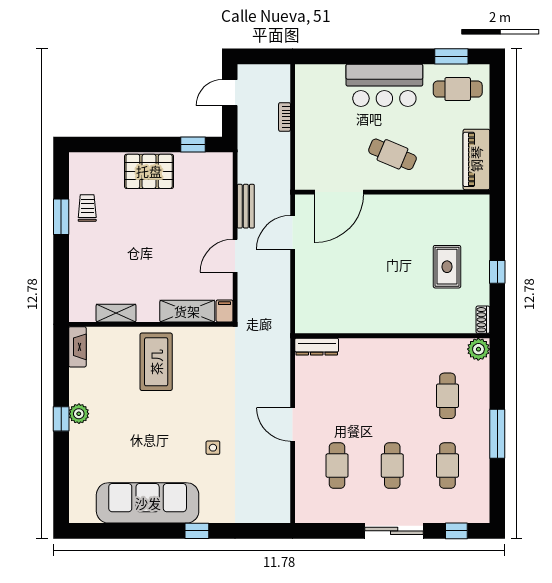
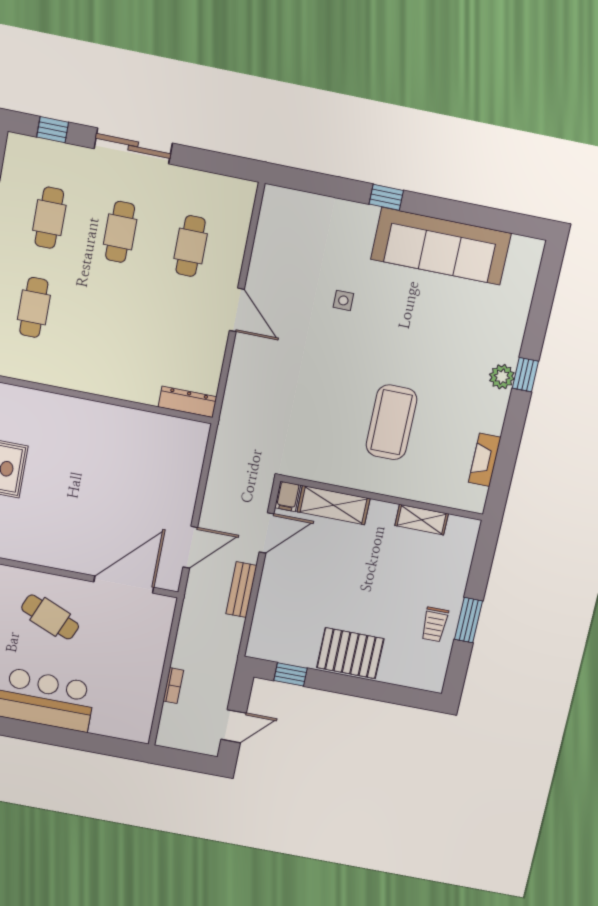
shelving: (187, 311) -> (334, 505), moved
filing cabinet: (224, 311) -> (288, 496), moved
shelving: (116, 313) -> (422, 520), moved
wall: (151, 324) -> (382, 498), moved

